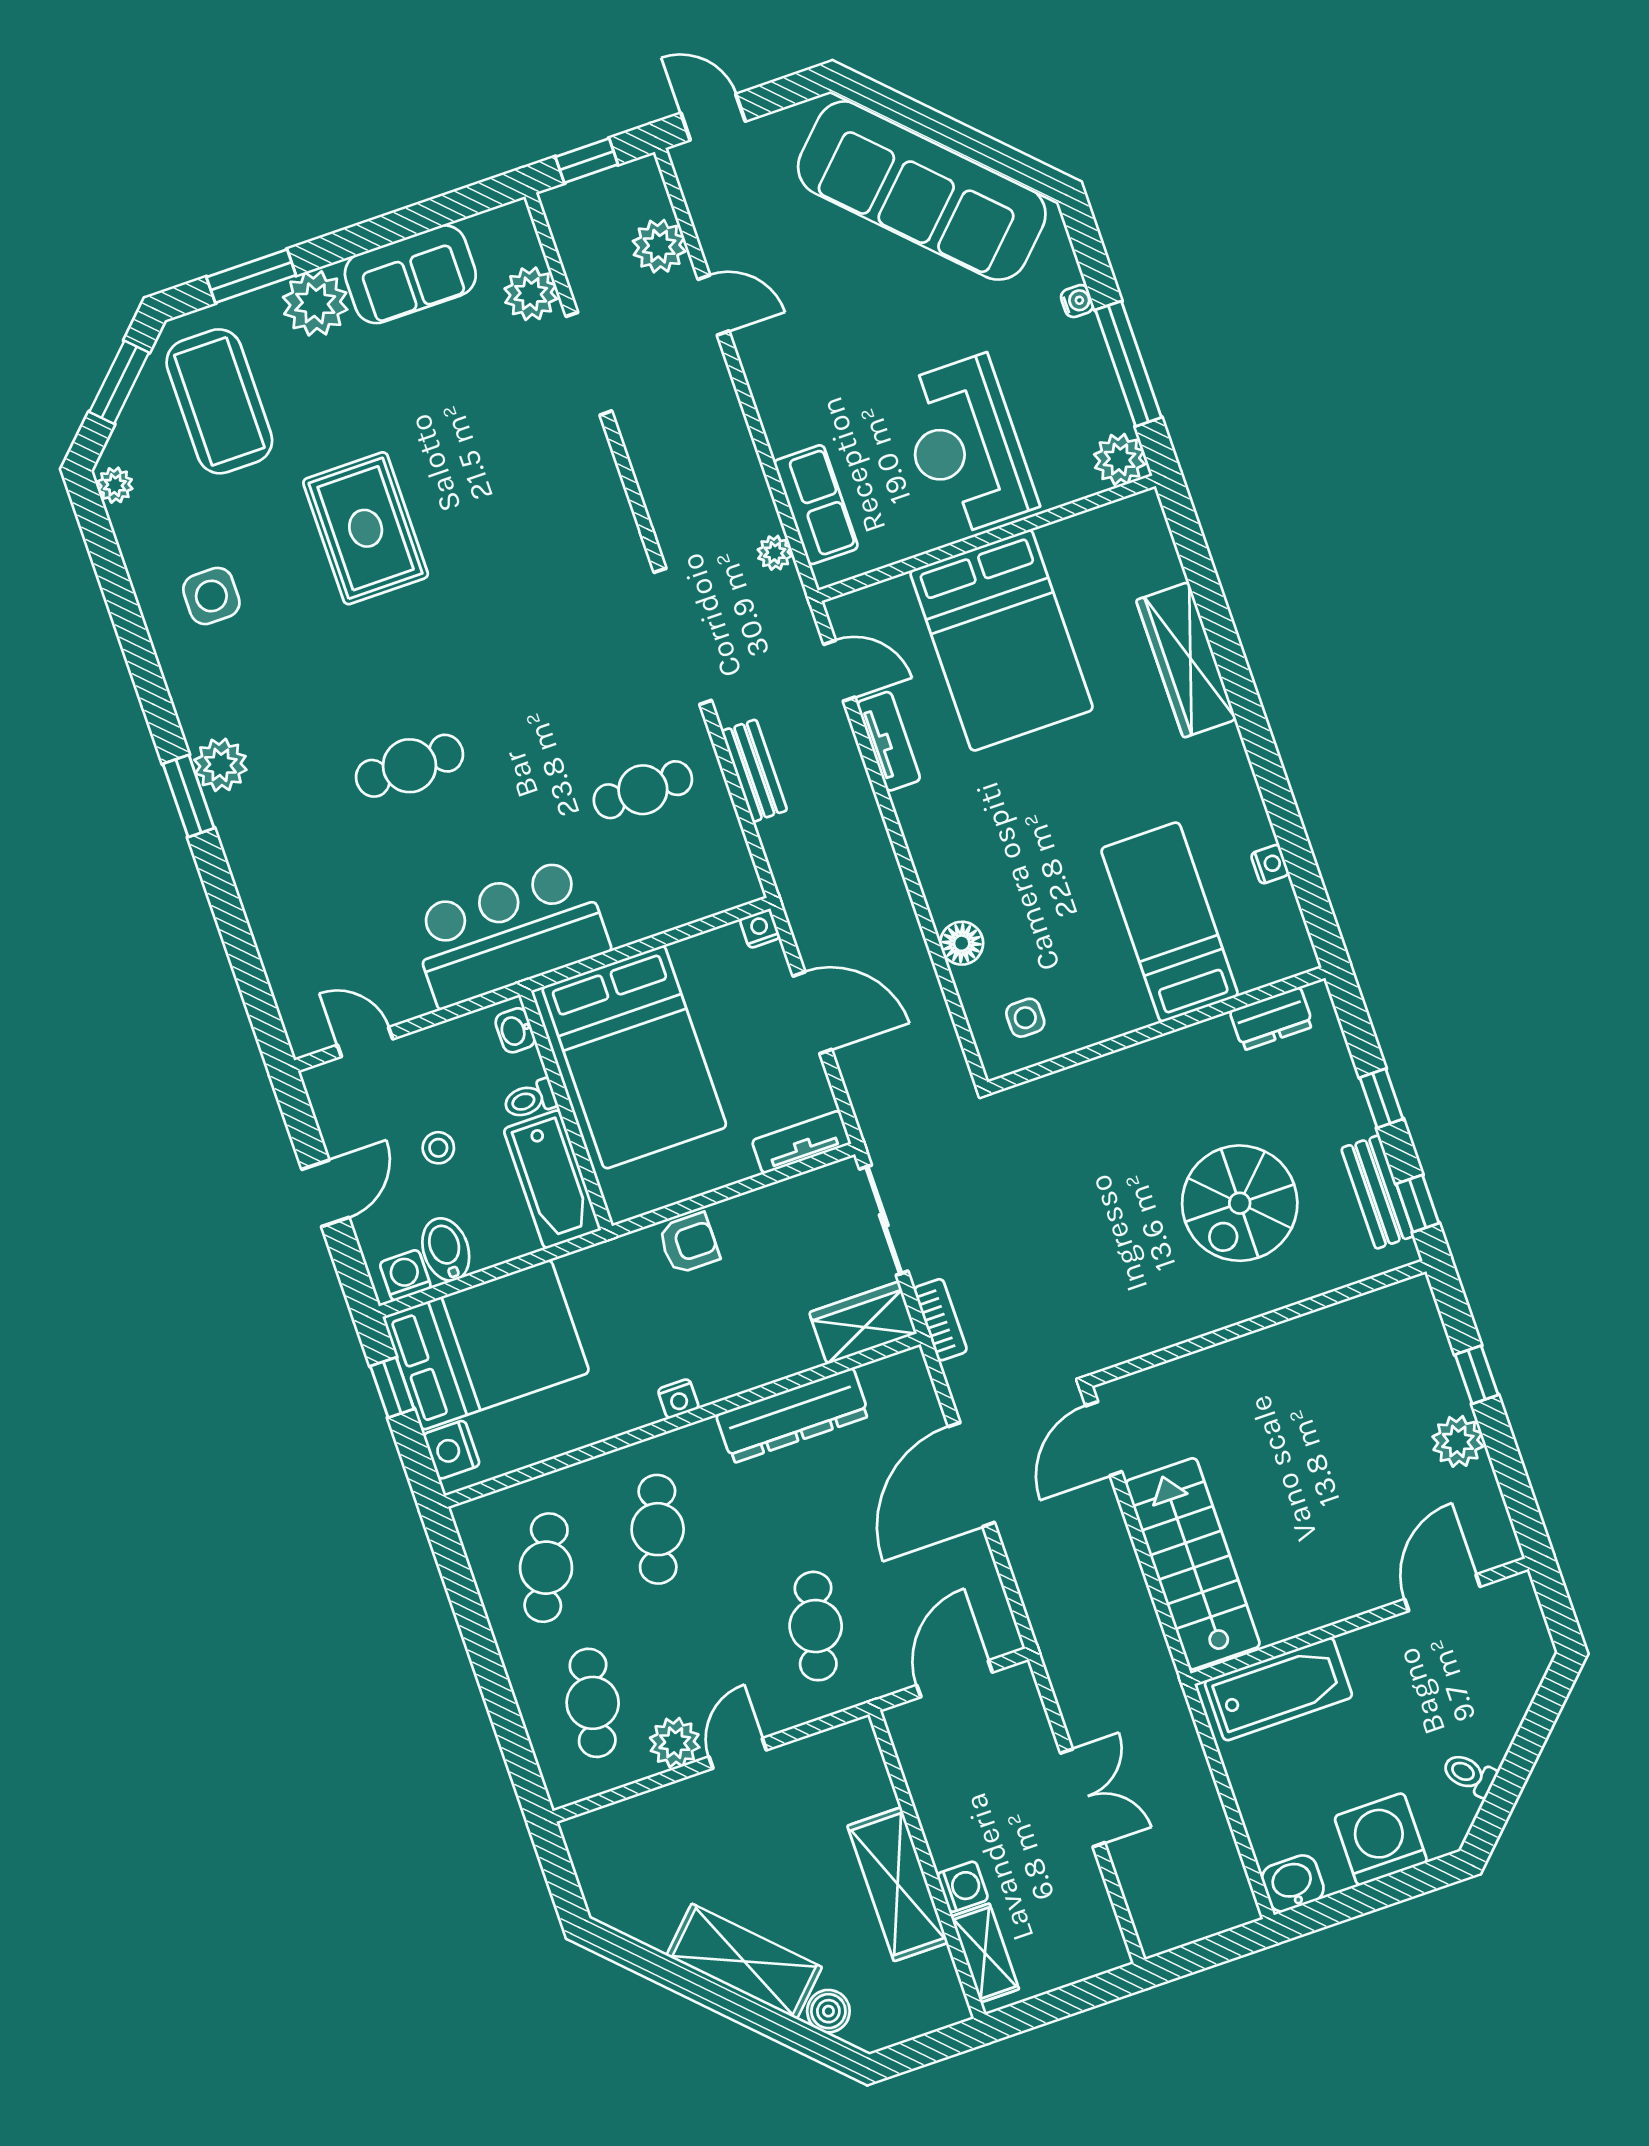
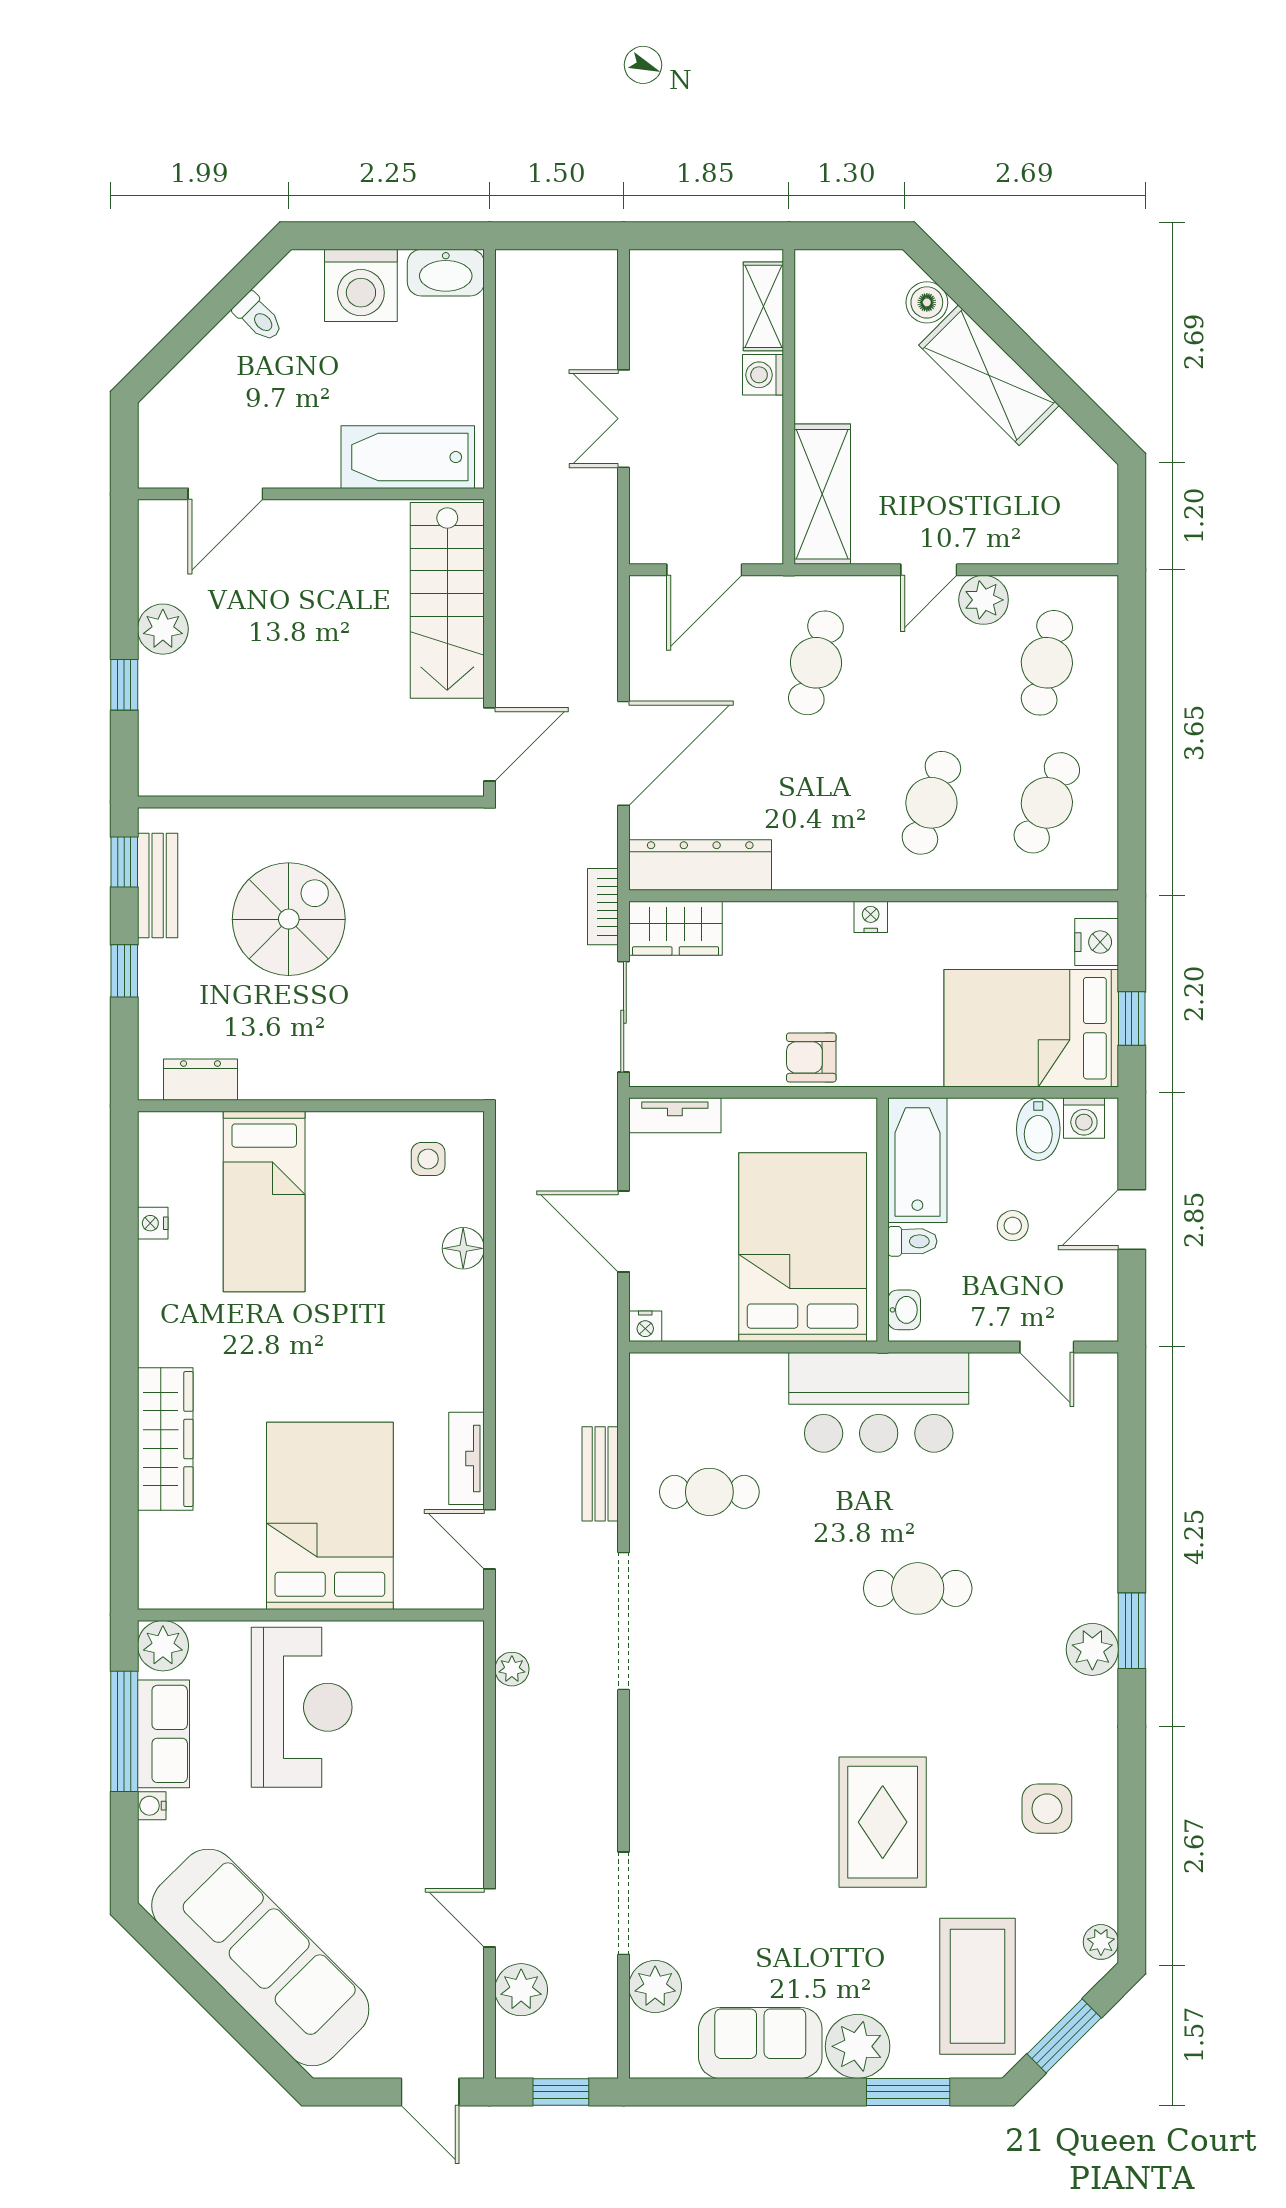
row of seats: (816, 505) -> (163, 1734), moved, turned 180
dresser: (793, 1415) -> (700, 865), moved
washbasin: (1293, 1883) -> (446, 273), width x1.38
shelving: (898, 1884) -> (822, 494), moved

